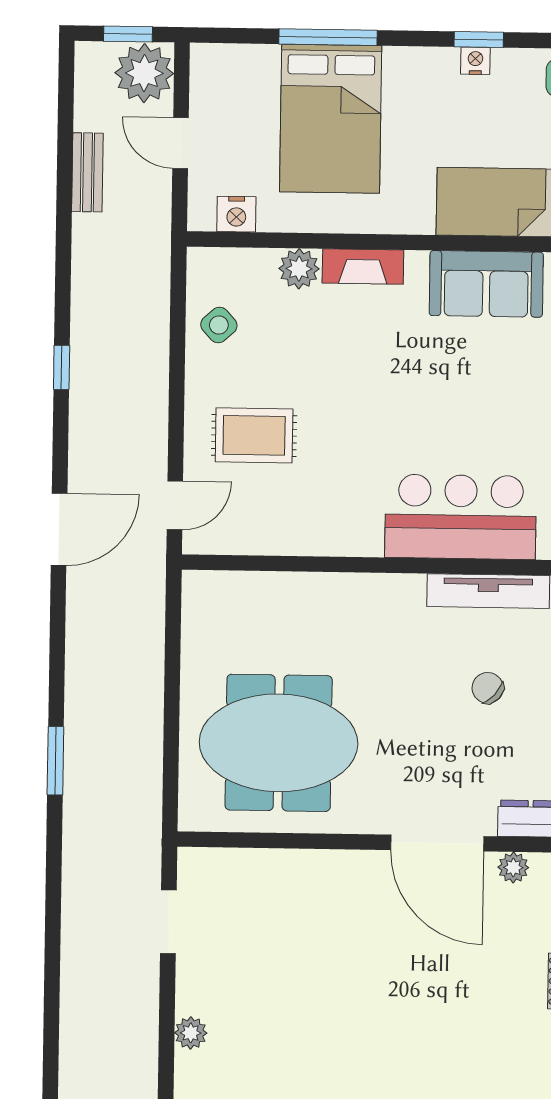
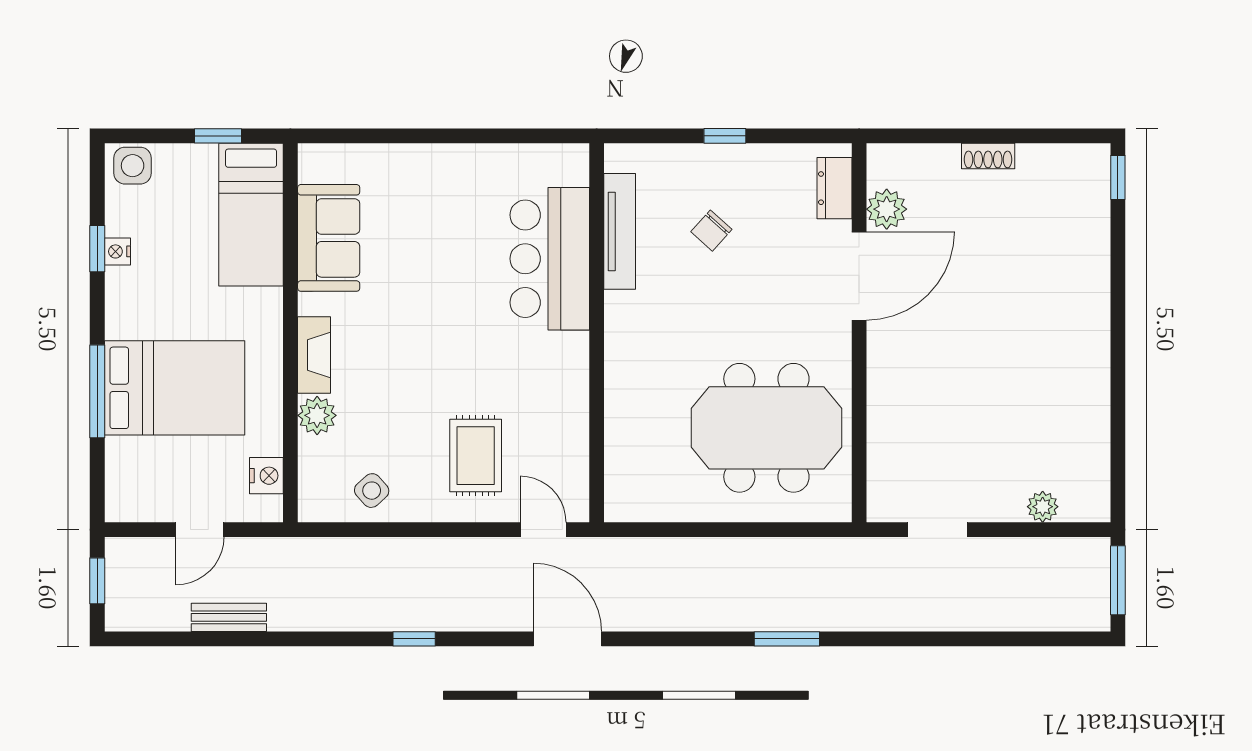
plant: (144, 73) -> (134, 565), removed
meeting table: (279, 743) -> (766, 428), turned 90
plant: (513, 867) -> (887, 209), width x1.38, depth x1.38

